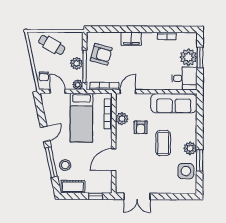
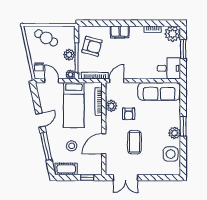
plant: (188, 57) -> (173, 34), moved
coffee table: (163, 143) -> (134, 142), moved
window: (200, 160) -> (183, 126), moved
stool: (65, 165) -> (72, 146), moved

